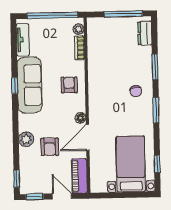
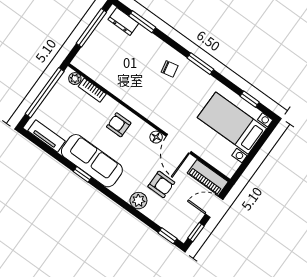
window: (155, 67) -> (142, 22), moved

